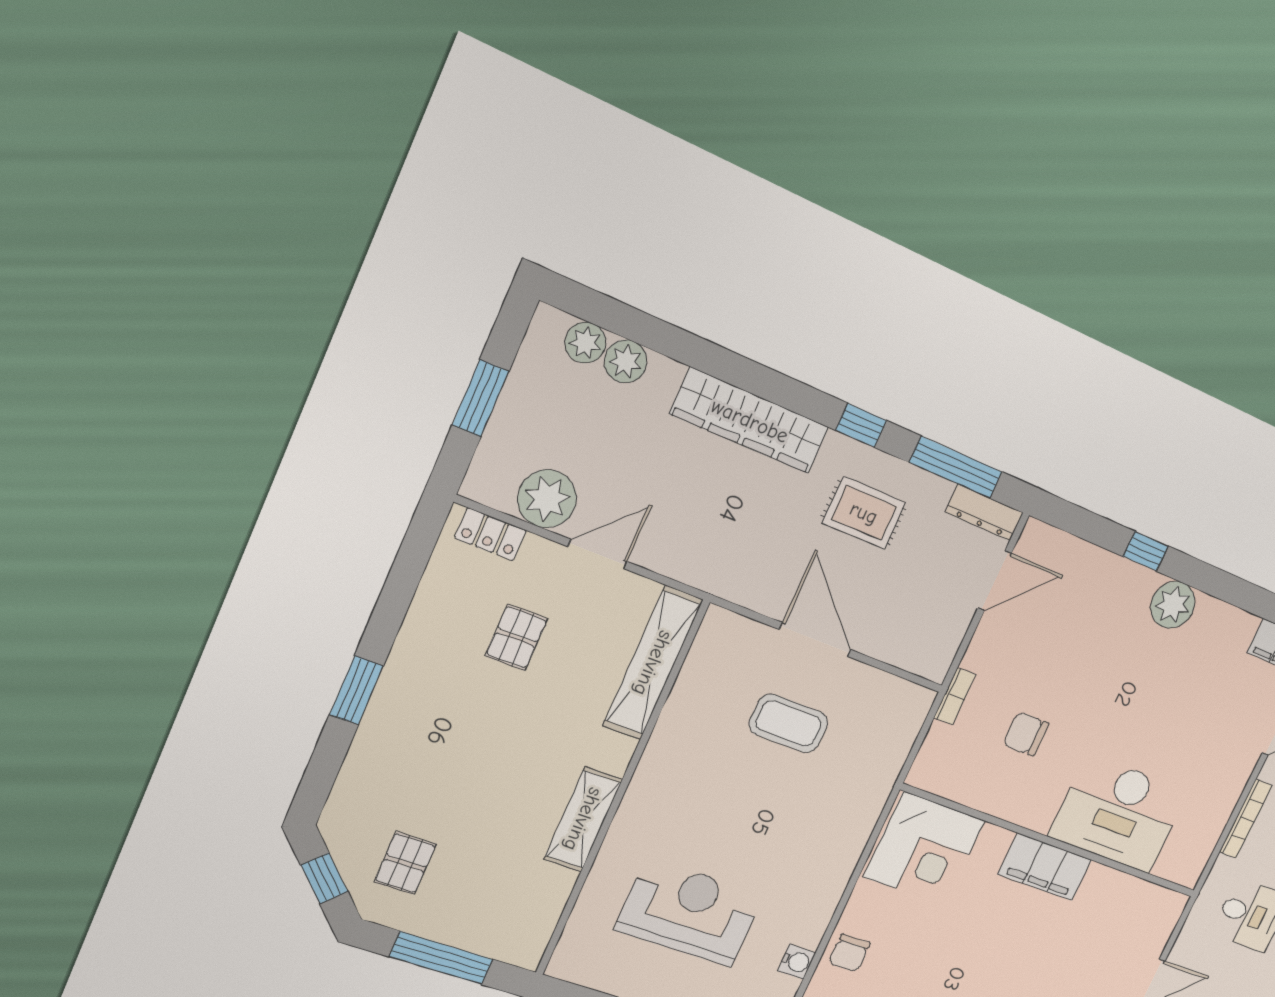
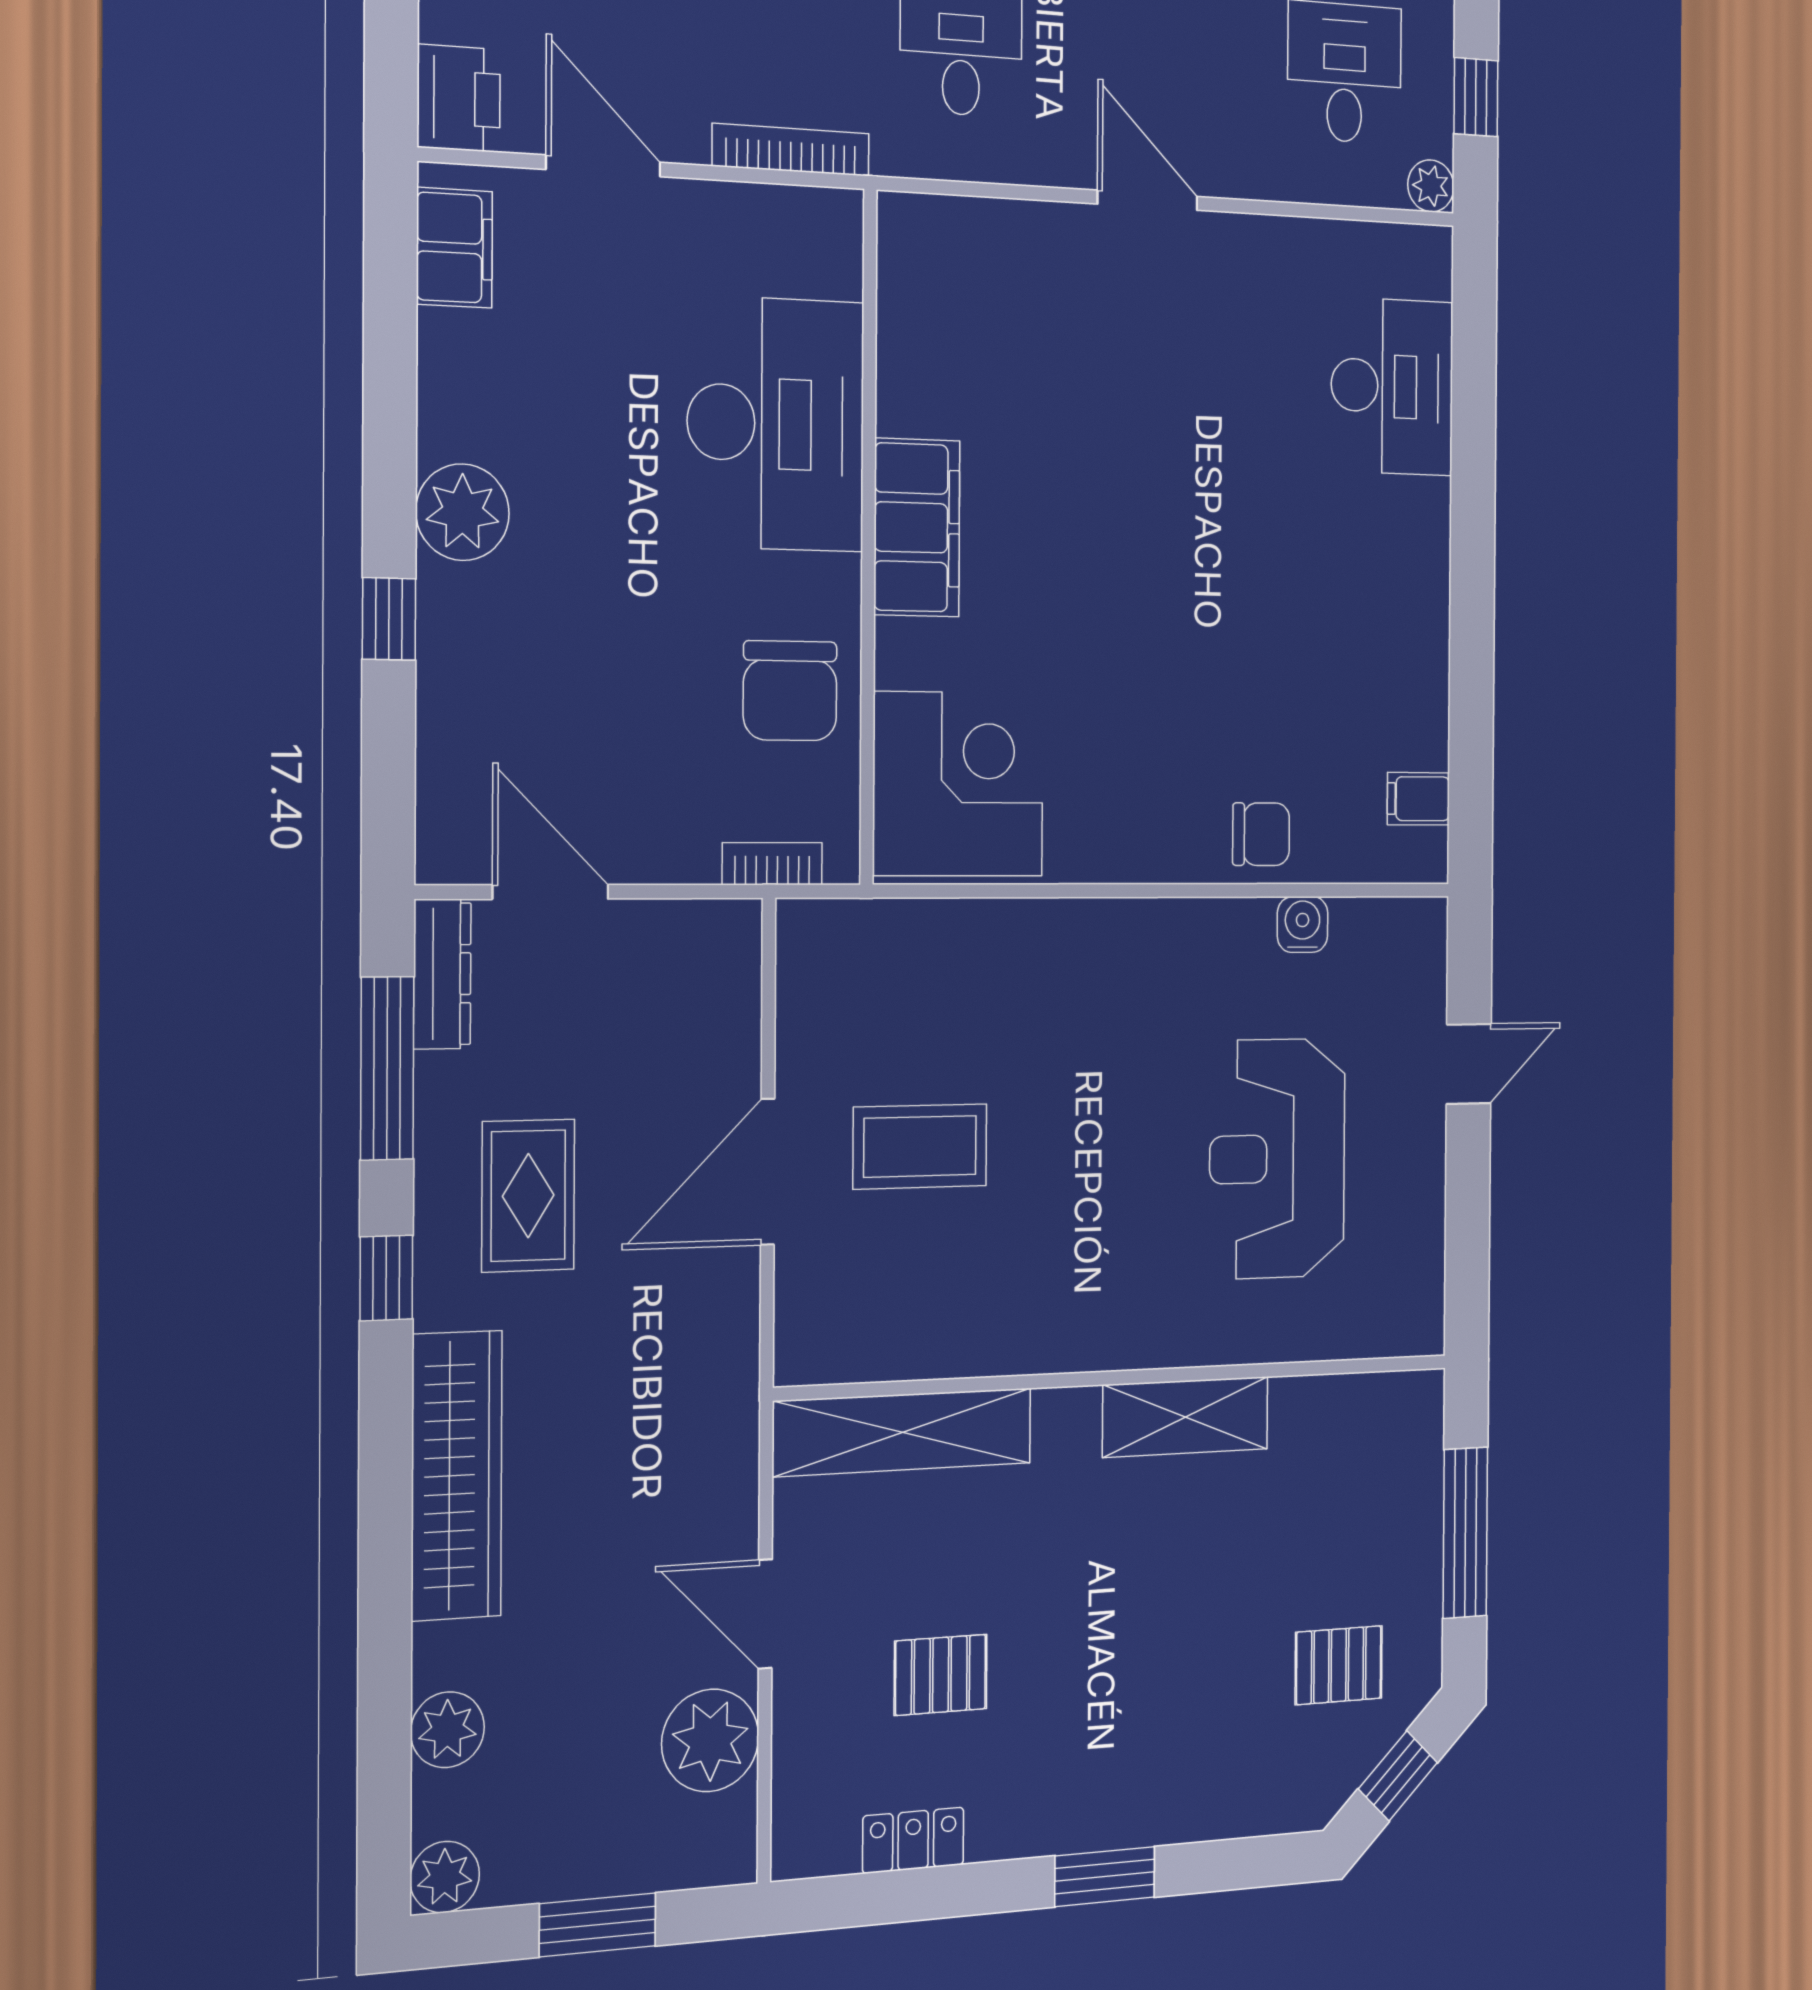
plant: (585, 343) -> (445, 1877), moved
locker: (490, 534) -> (913, 1840), moved, turned -90
coffee table: (789, 723) -> (920, 1147), turned 90
chair: (1026, 734) -> (790, 691), width x1.37, depth x1.37
desk: (1119, 814) -> (776, 424), moved
wall: (1052, 842) -> (868, 537), moved
corner desk: (924, 849) -> (958, 784), moved
filing cabinet: (1045, 867) -> (917, 528), moved

